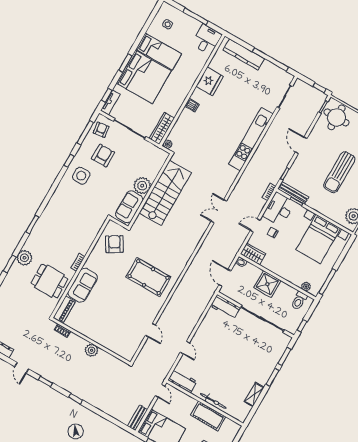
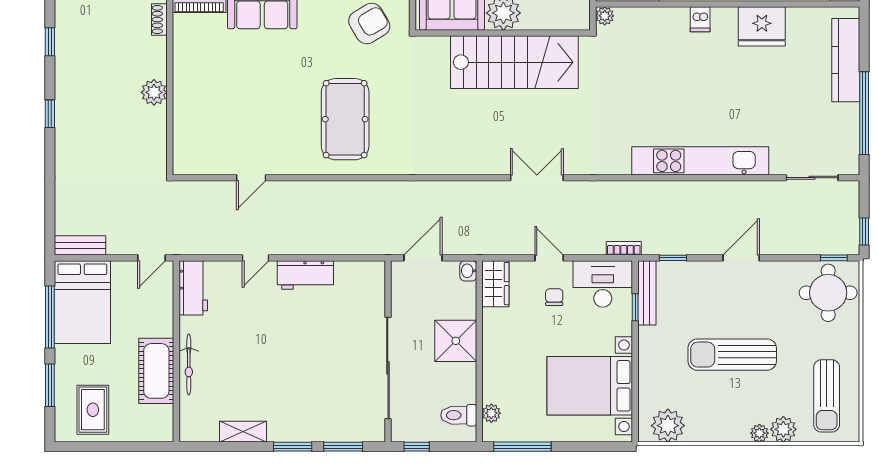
workbench: (225, 307) -> (305, 275), moved, turned -90

